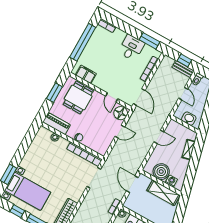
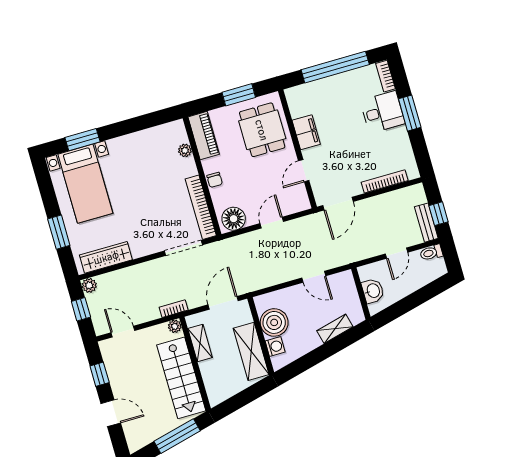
window: (150, 41) -> (410, 113), moved
desk: (131, 48) -> (383, 112), moved
filing cabinet: (86, 74) -> (306, 132), moved
dining table: (78, 98) -> (262, 130), turned 90
floor lamp: (121, 113) -> (234, 219), moved
door: (120, 132) -> (272, 223), swing flipped
shelving: (139, 210) -> (200, 343), added
window: (17, 211) -> (48, 196), removed

